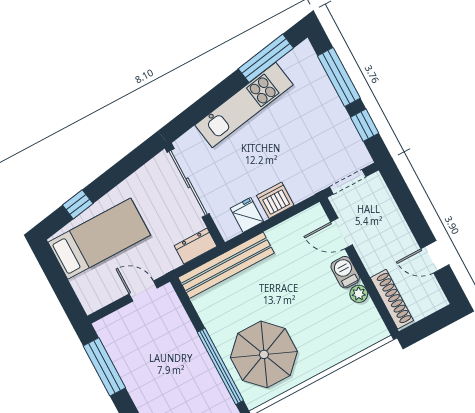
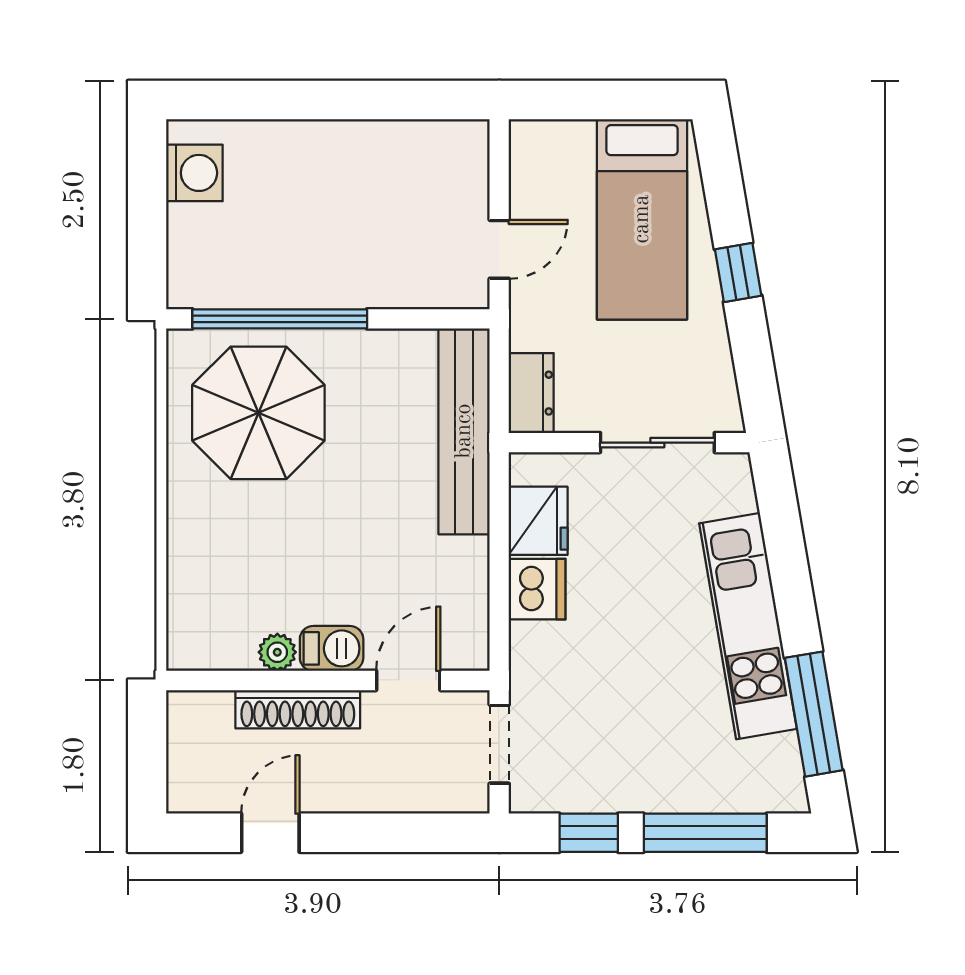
sliding door: (188, 183) -> (657, 443), width x0.73
window: (78, 204) -> (738, 272), moved
fridge: (247, 215) -> (538, 521), width x1.38
shoe rack: (392, 299) -> (298, 709), moved
window: (104, 367) -> (395, 100), removed

